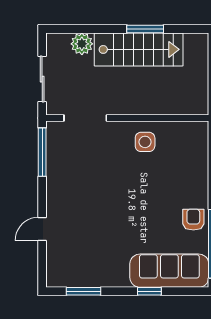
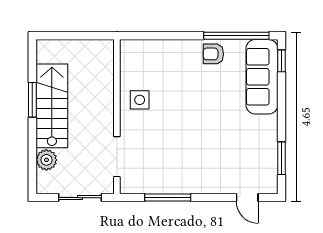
window: (42, 152) -> (168, 198), moved
door: (42, 229) -> (247, 198), moved
window: (149, 291) -> (281, 61), moved

